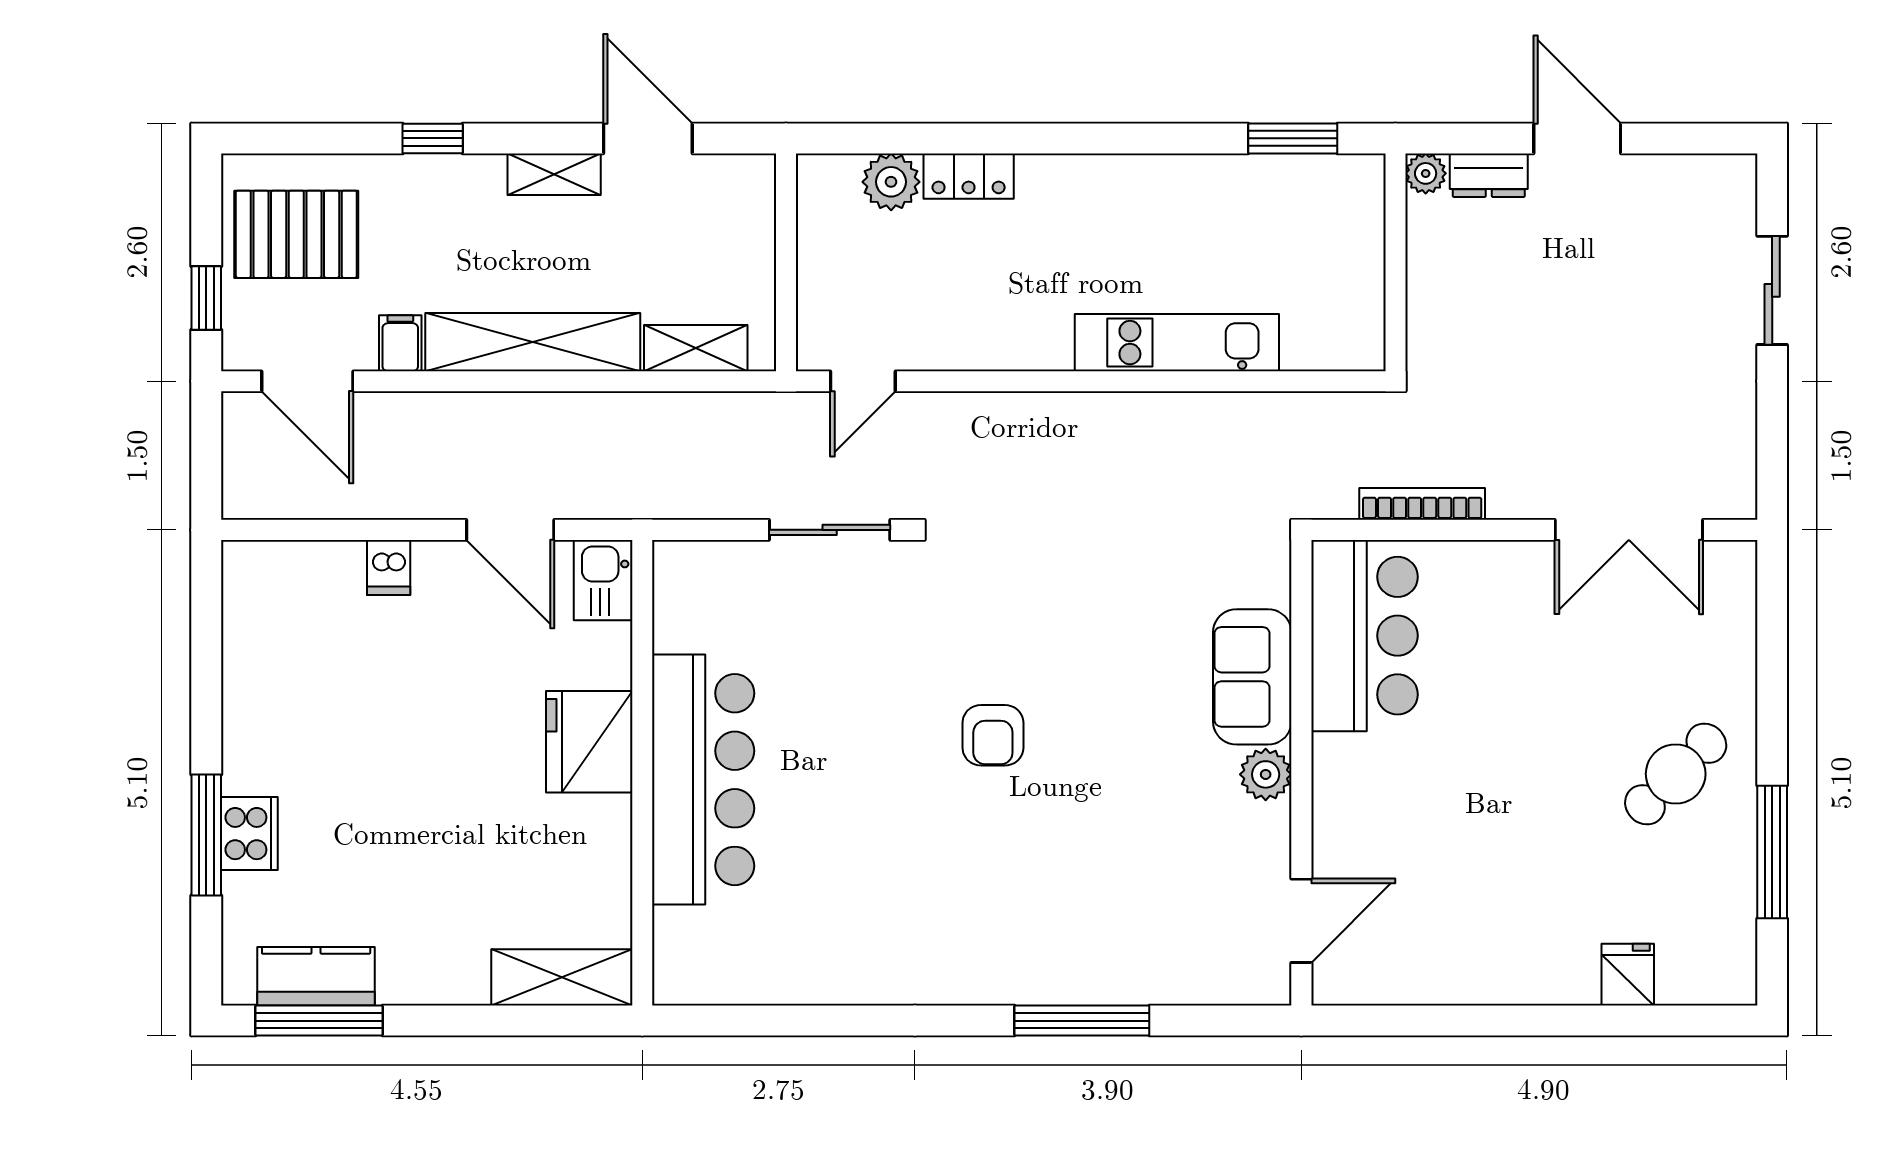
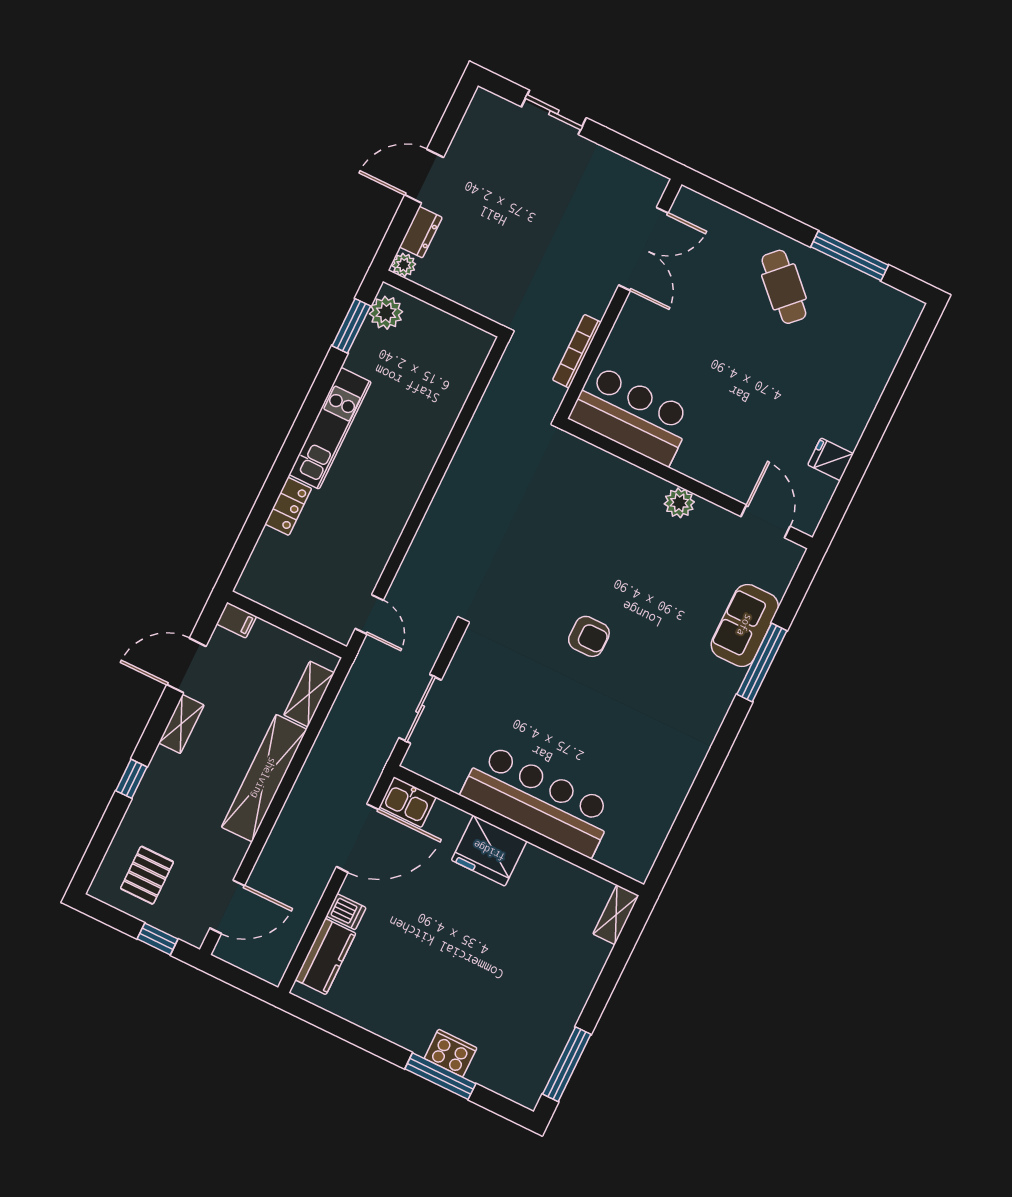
plant: (891, 182) -> (386, 313), moved
pallet: (296, 234) -> (147, 875), width x0.67, depth x0.71
filing cabinet: (400, 343) -> (236, 620), moved, turned 180
kitchen unit: (1177, 343) -> (330, 428), moved, turned 180
door: (510, 530) -> (357, 838), width x1.36
sliding door: (830, 530) -> (420, 709), moved
sofa: (1252, 677) -> (745, 625), moved, turned 90
fridge: (1628, 975) -> (831, 459), moved
kitchen counter: (316, 976) -> (325, 957), moved, turned 180
shelving: (562, 977) -> (616, 915), width x0.67, depth x0.75

